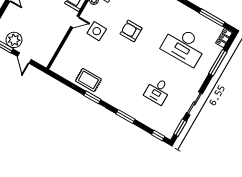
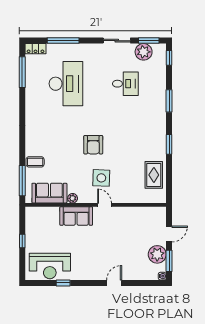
armchair: (131, 31) -> (93, 145), moved
rug: (88, 80) -> (154, 175), moved
plant: (174, 119) -> (144, 52), added

